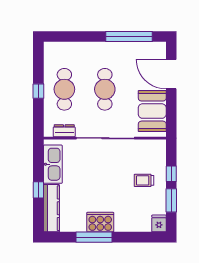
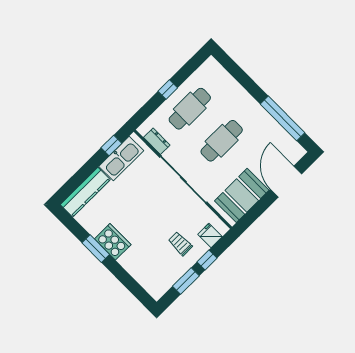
window: (38, 190) -> (111, 145), moved
fridge: (159, 223) -> (210, 235), moved, turned -90
window: (94, 237) -> (96, 249), width x0.69

